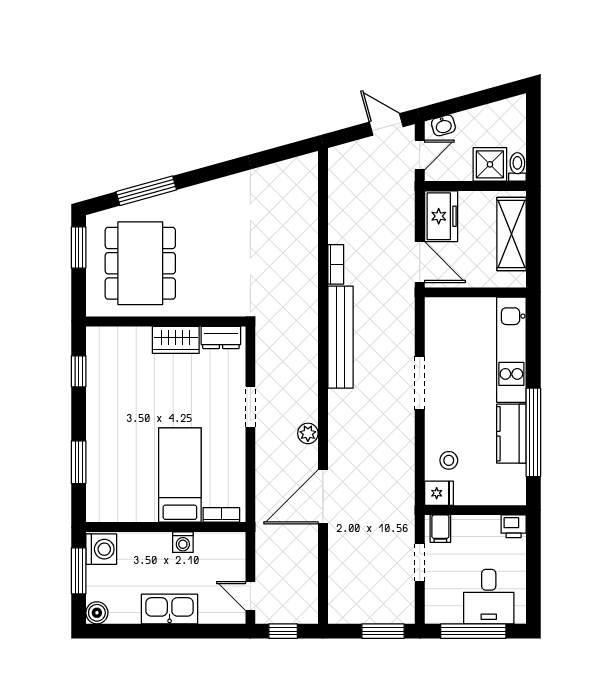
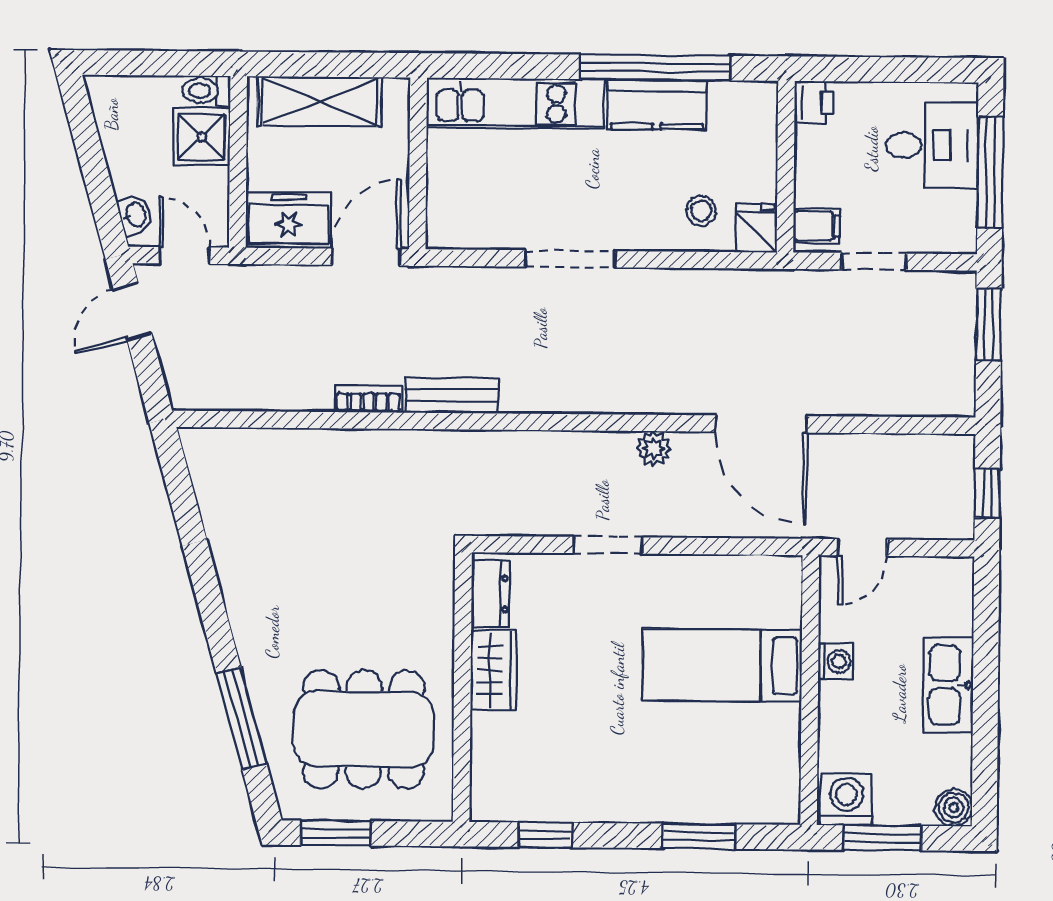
bench: (340, 337) -> (451, 395), width x0.54, depth x0.82
bookcase: (221, 515) -> (790, 596), removed
door: (250, 596) -> (863, 547), moved

